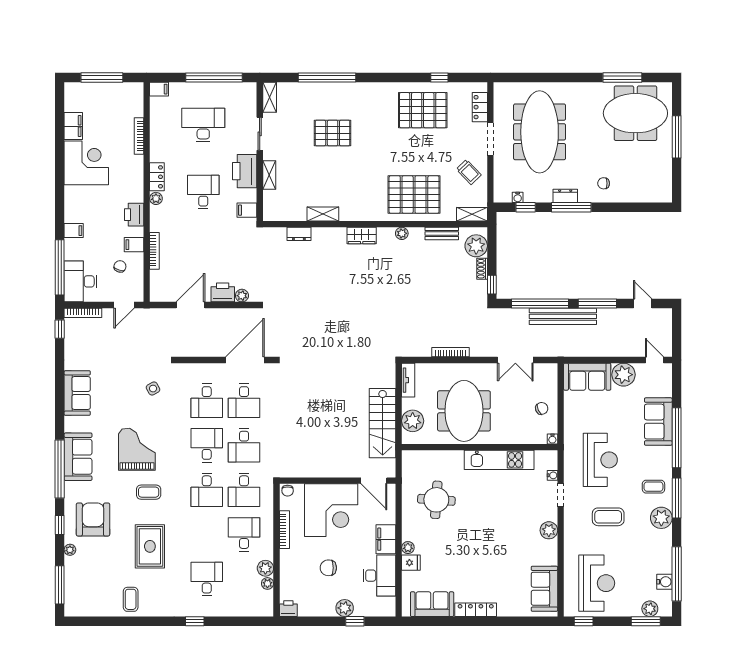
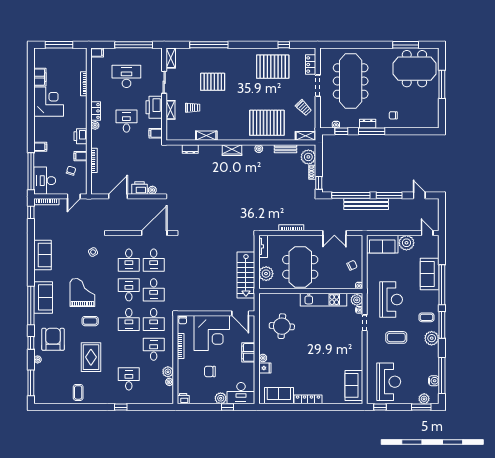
trolley: (303, 172) -> (193, 108), added
plant: (549, 530) -> (357, 300), moved
desk: (379, 576) -> (241, 393), moved, turned 90

